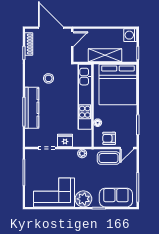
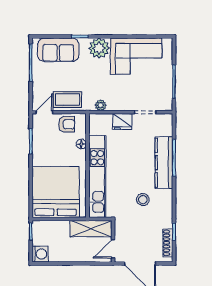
shelving: (105, 55) -> (91, 229), moved

